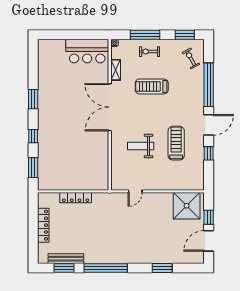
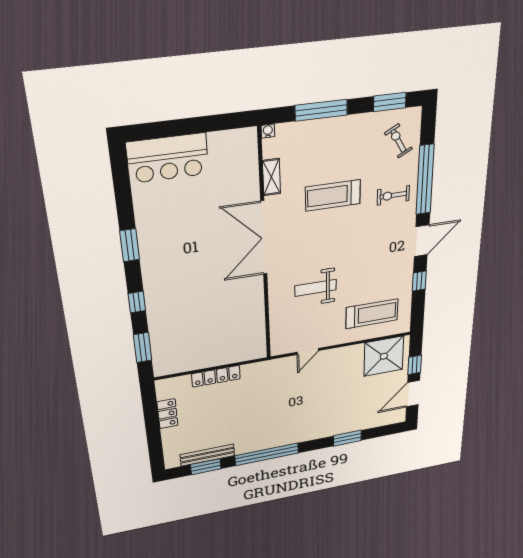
bar counter: (87, 51) -> (168, 158), moved
exercise bike: (149, 52) -> (393, 195), moved
treadmill: (176, 143) -> (372, 314), moved, turned 90
locker: (43, 225) -> (167, 414), width x0.66

